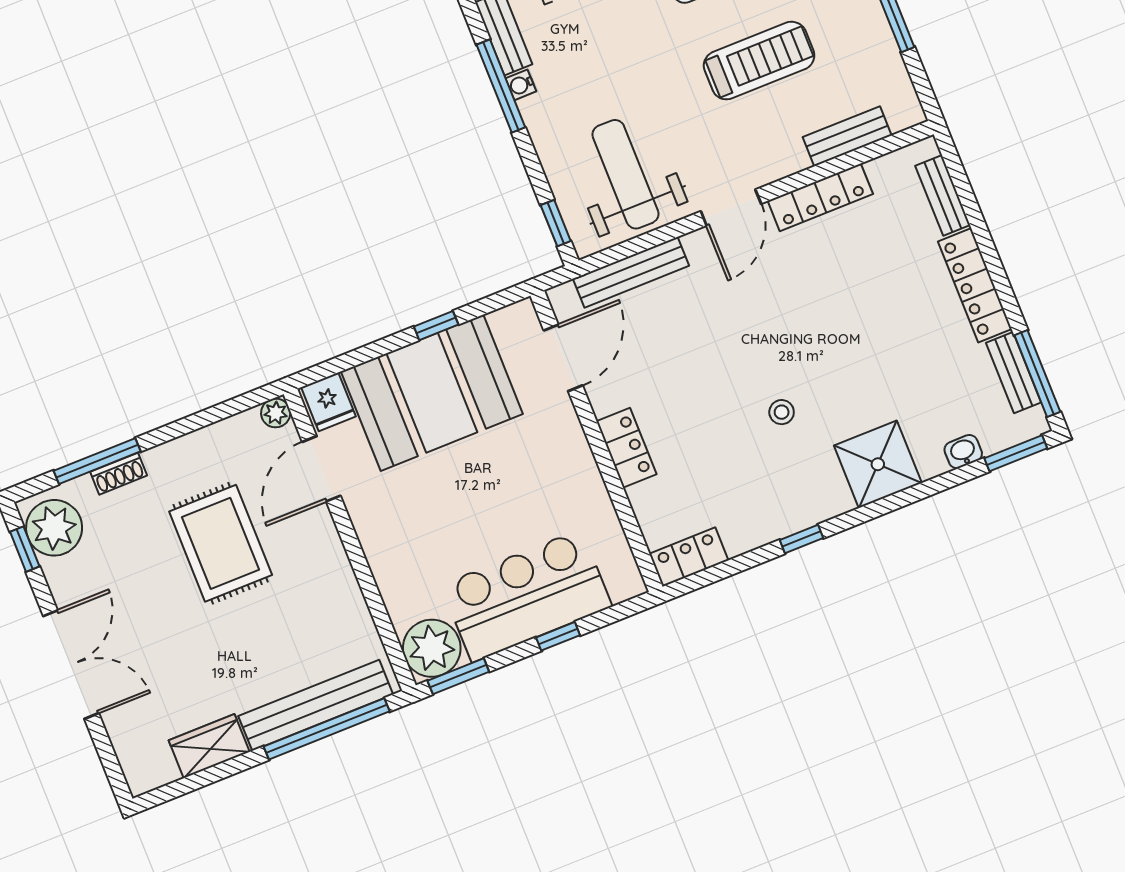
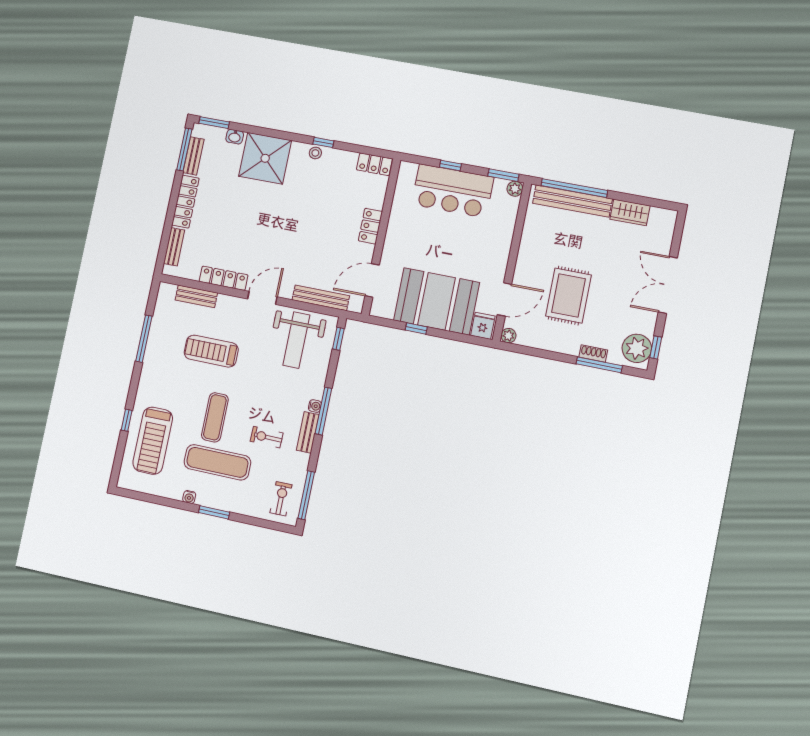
stool: (782, 412) -> (315, 153), moved
shower: (878, 464) -> (265, 158), width x1.37, depth x1.37
plant: (432, 648) -> (515, 189), width x0.53, depth x0.53

